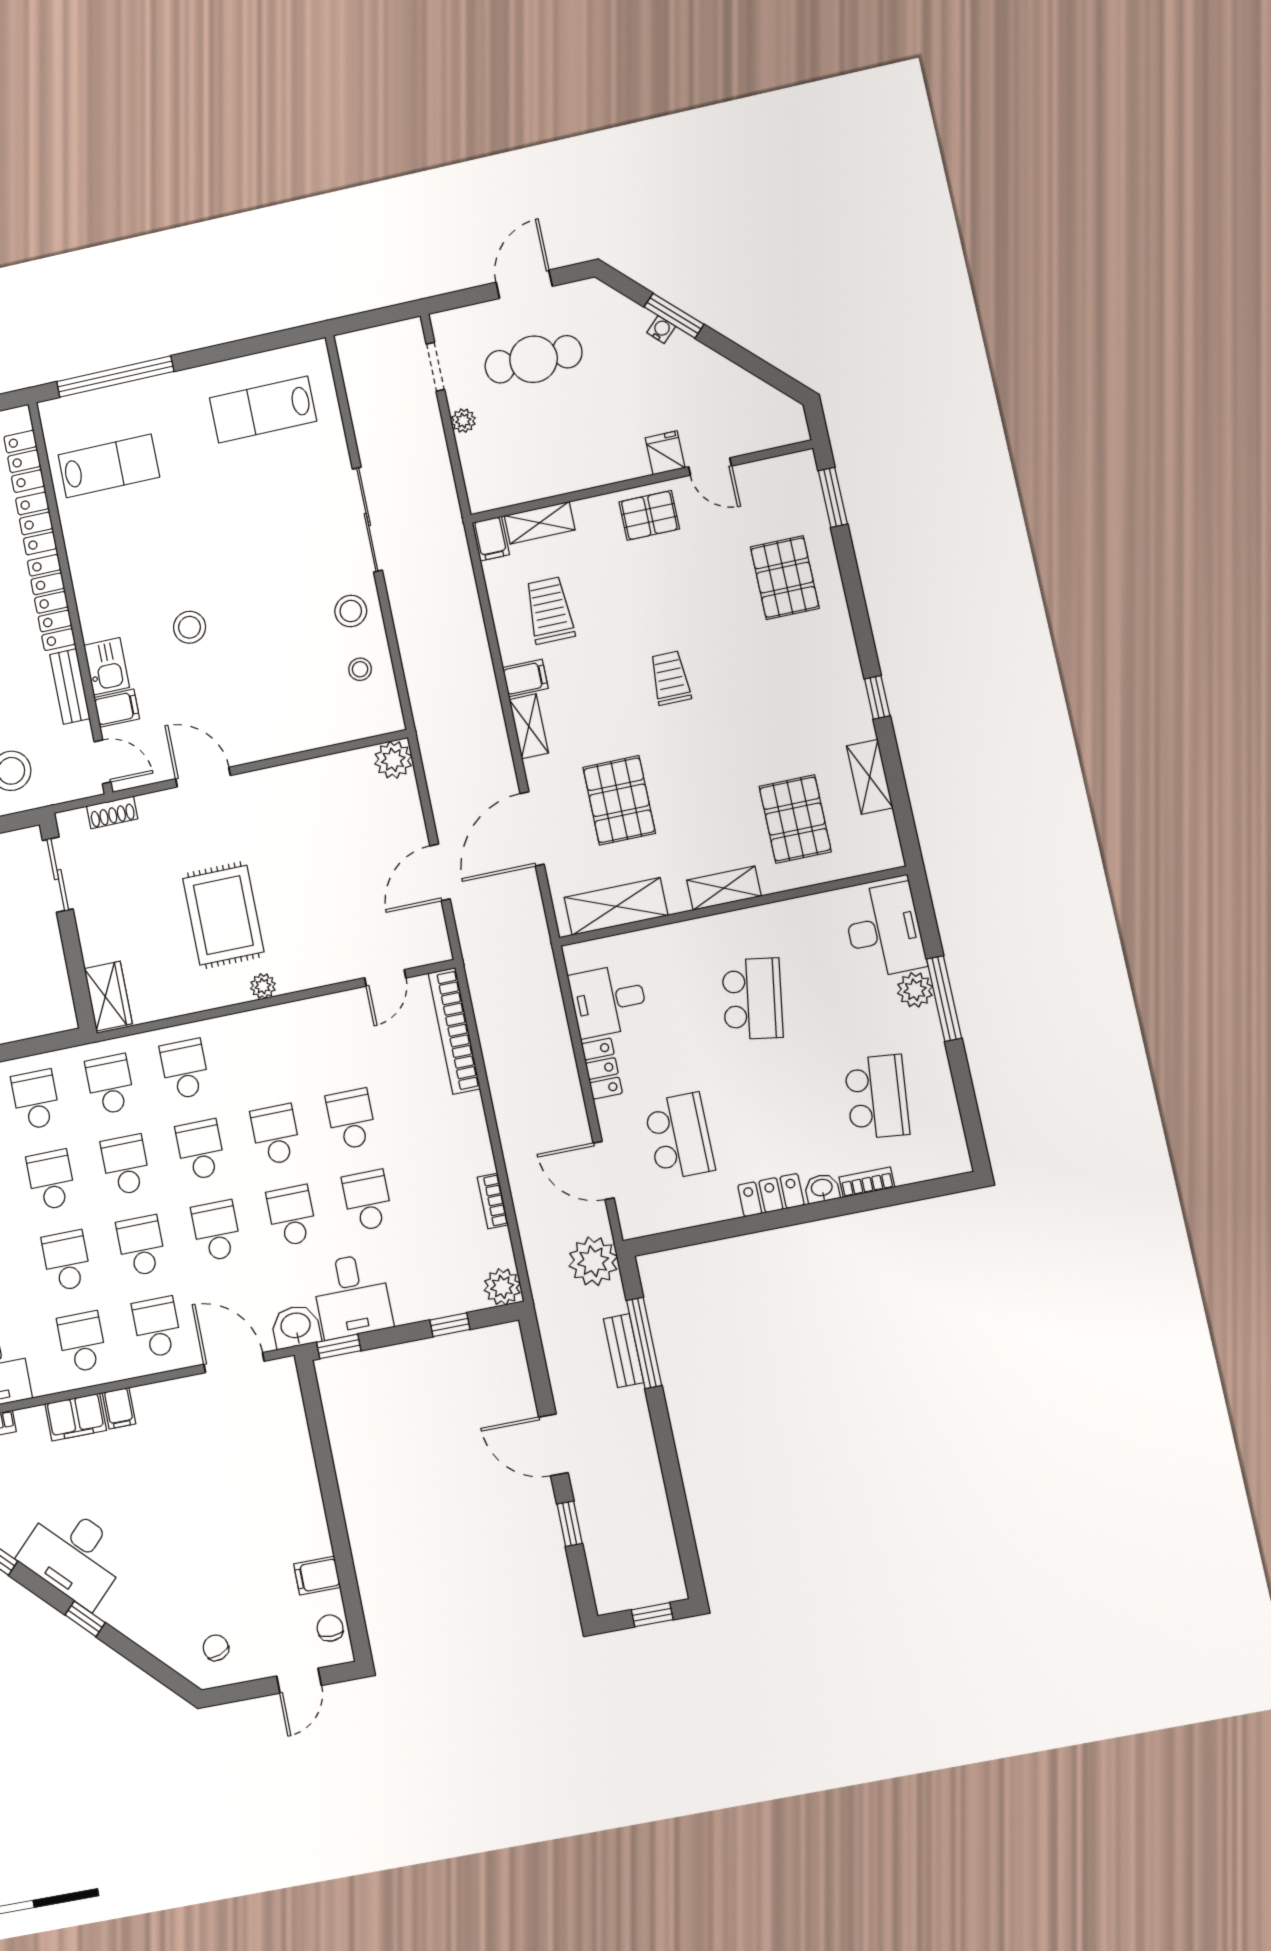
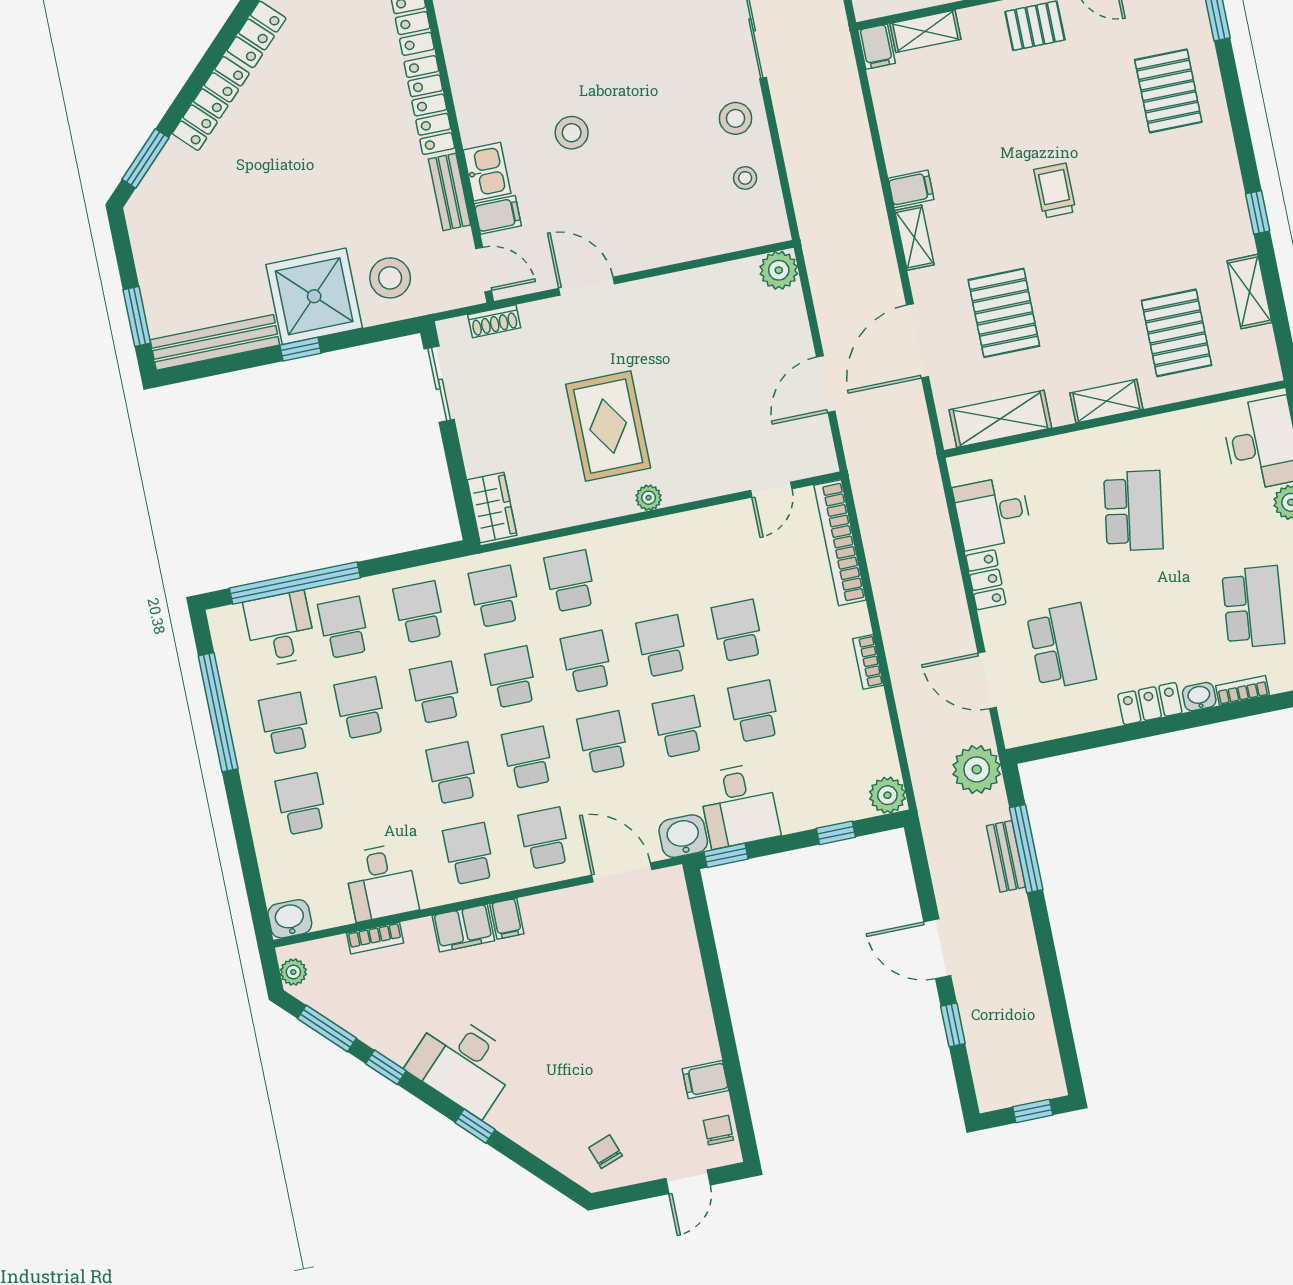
trolley: (550, 610) -> (935, 121), removed
bookcase: (493, 1201) -> (868, 662), moved

